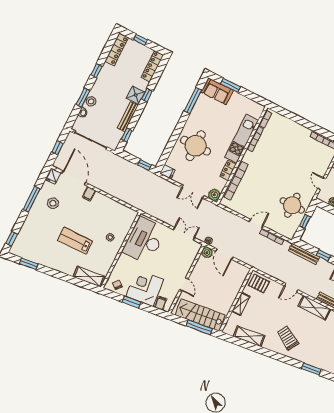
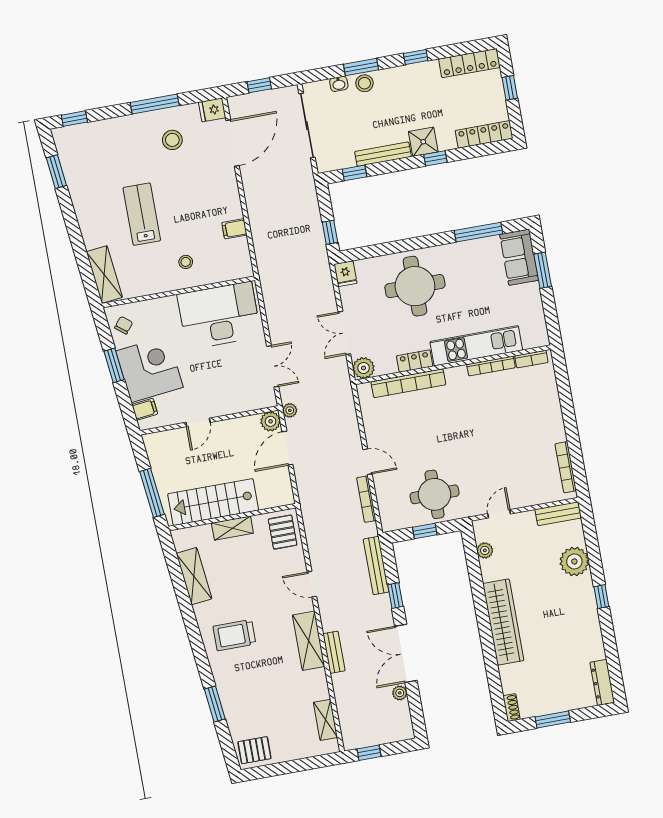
filing cabinet: (89, 194) -> (234, 229), moved
stairs: (200, 315) -> (213, 502), moved, turned -84
trolley: (288, 338) -> (234, 635), turned -121

